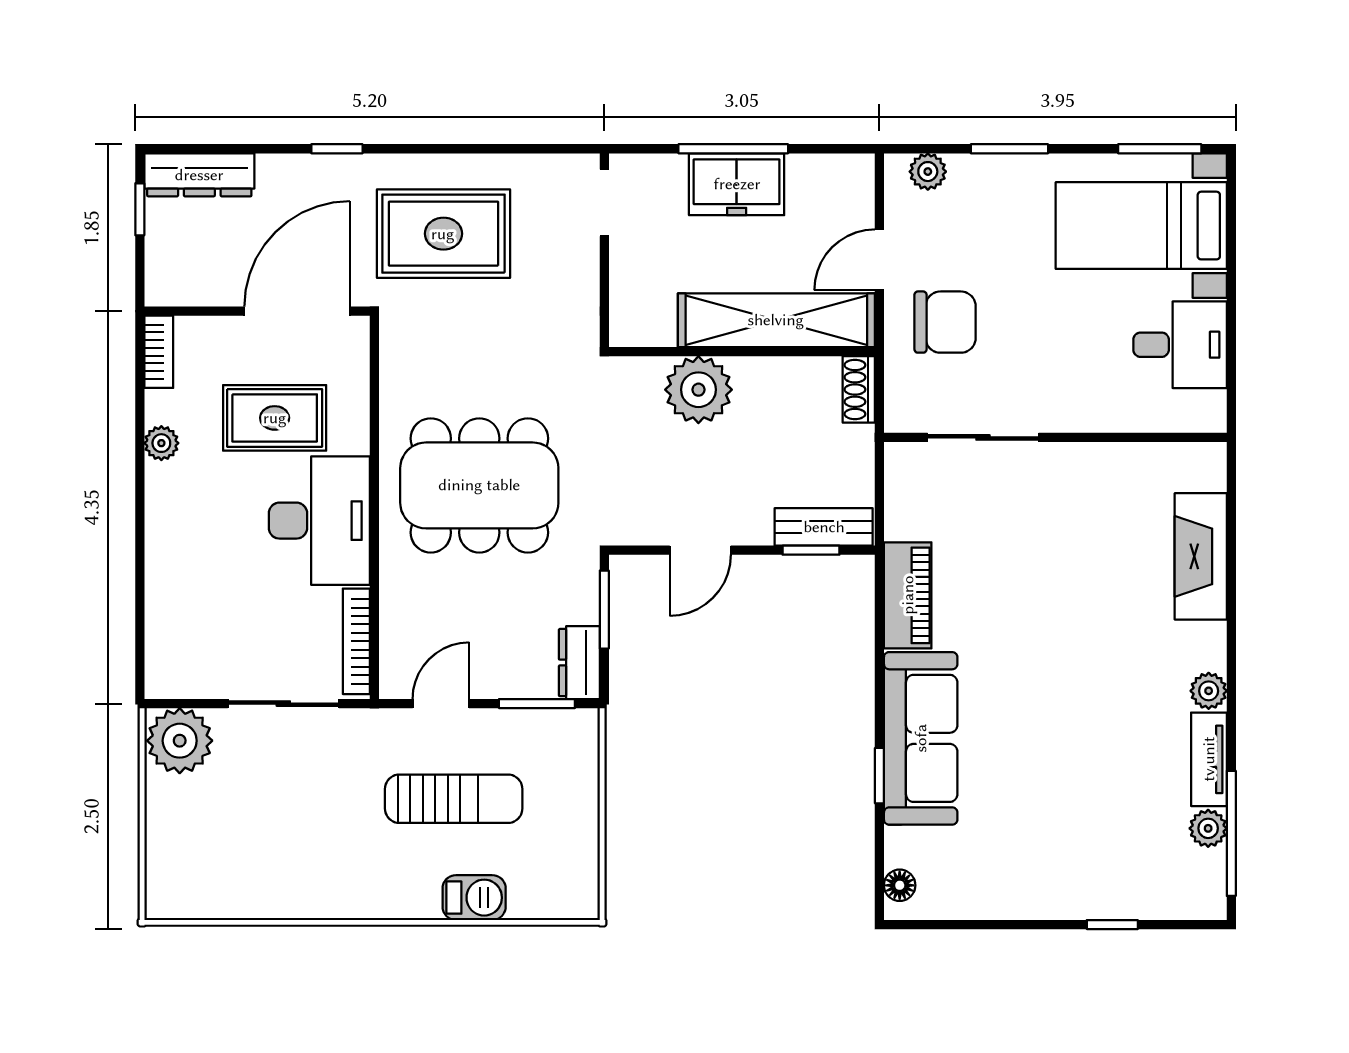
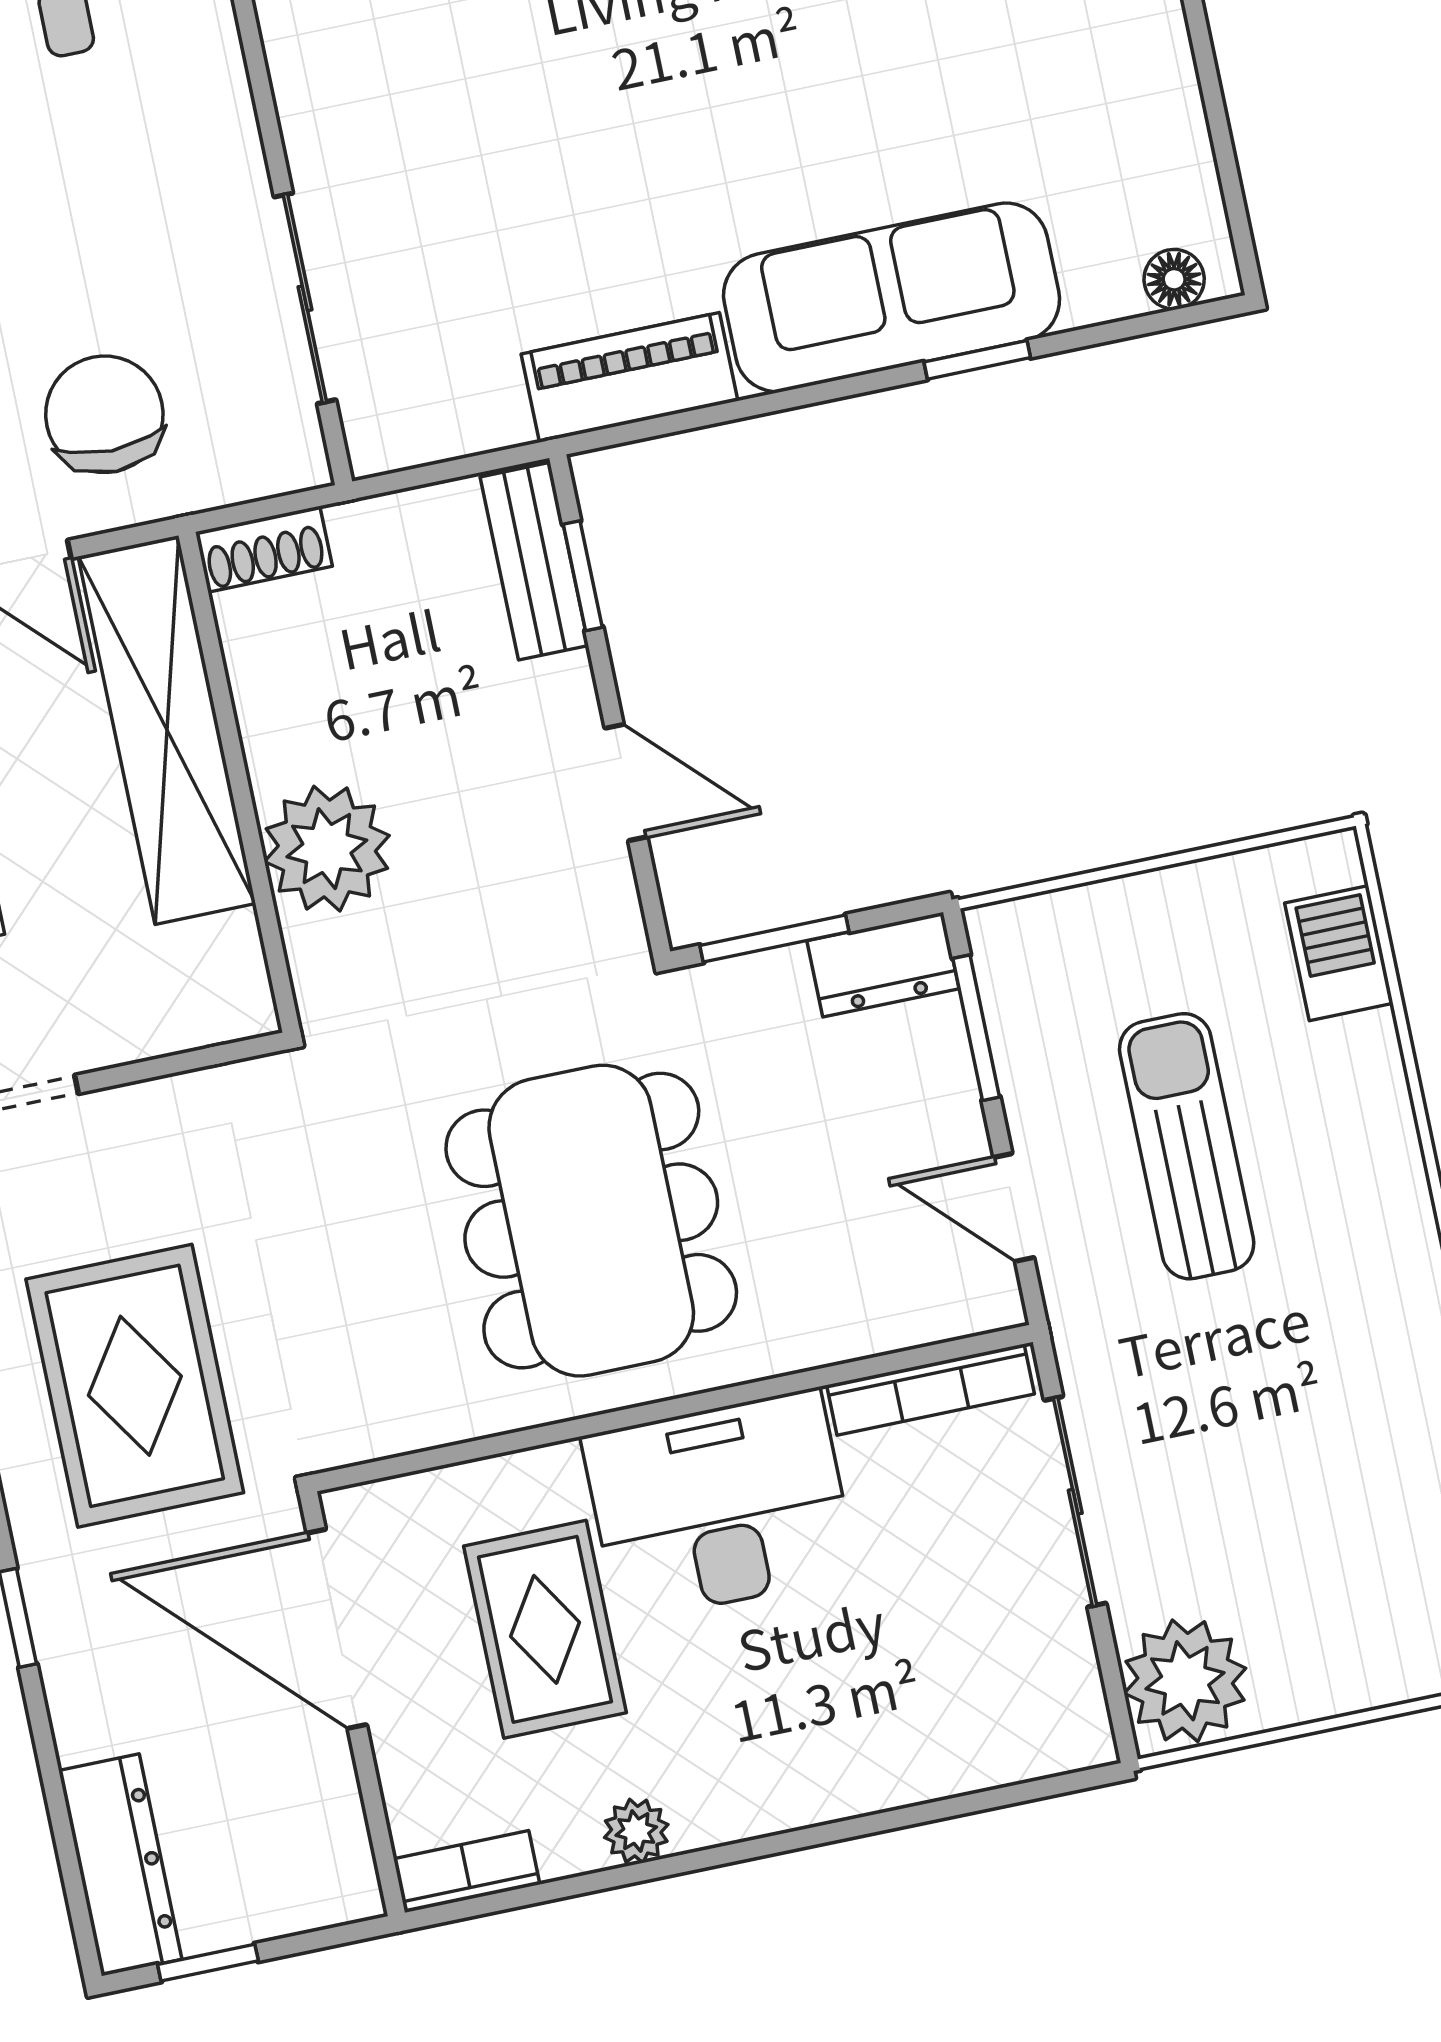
barbecue: (474, 898) -> (1339, 953), moved

